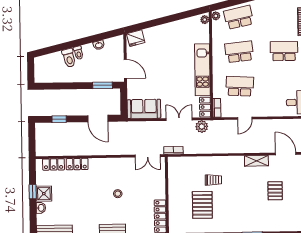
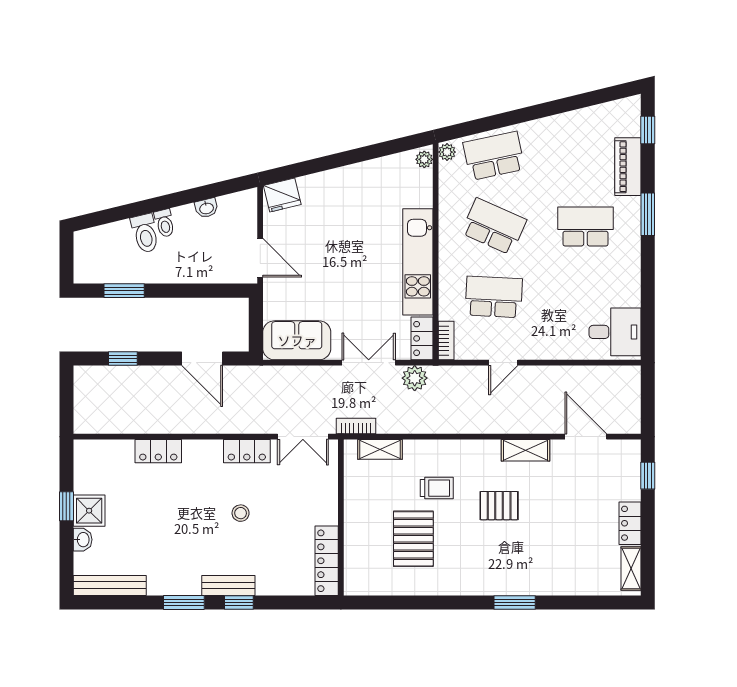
school desk: (239, 52) -> (494, 226), turned 30
window: (102, 85) -> (124, 291), moved
shelving: (185, 161) -> (380, 449), added
locker: (54, 164) -> (247, 451), moved
pallet: (275, 191) -> (499, 506), moved, turned 90

